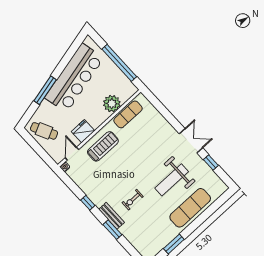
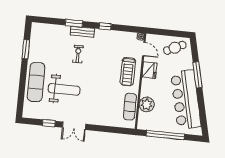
weight bench: (172, 180) -> (64, 89), turned 90

